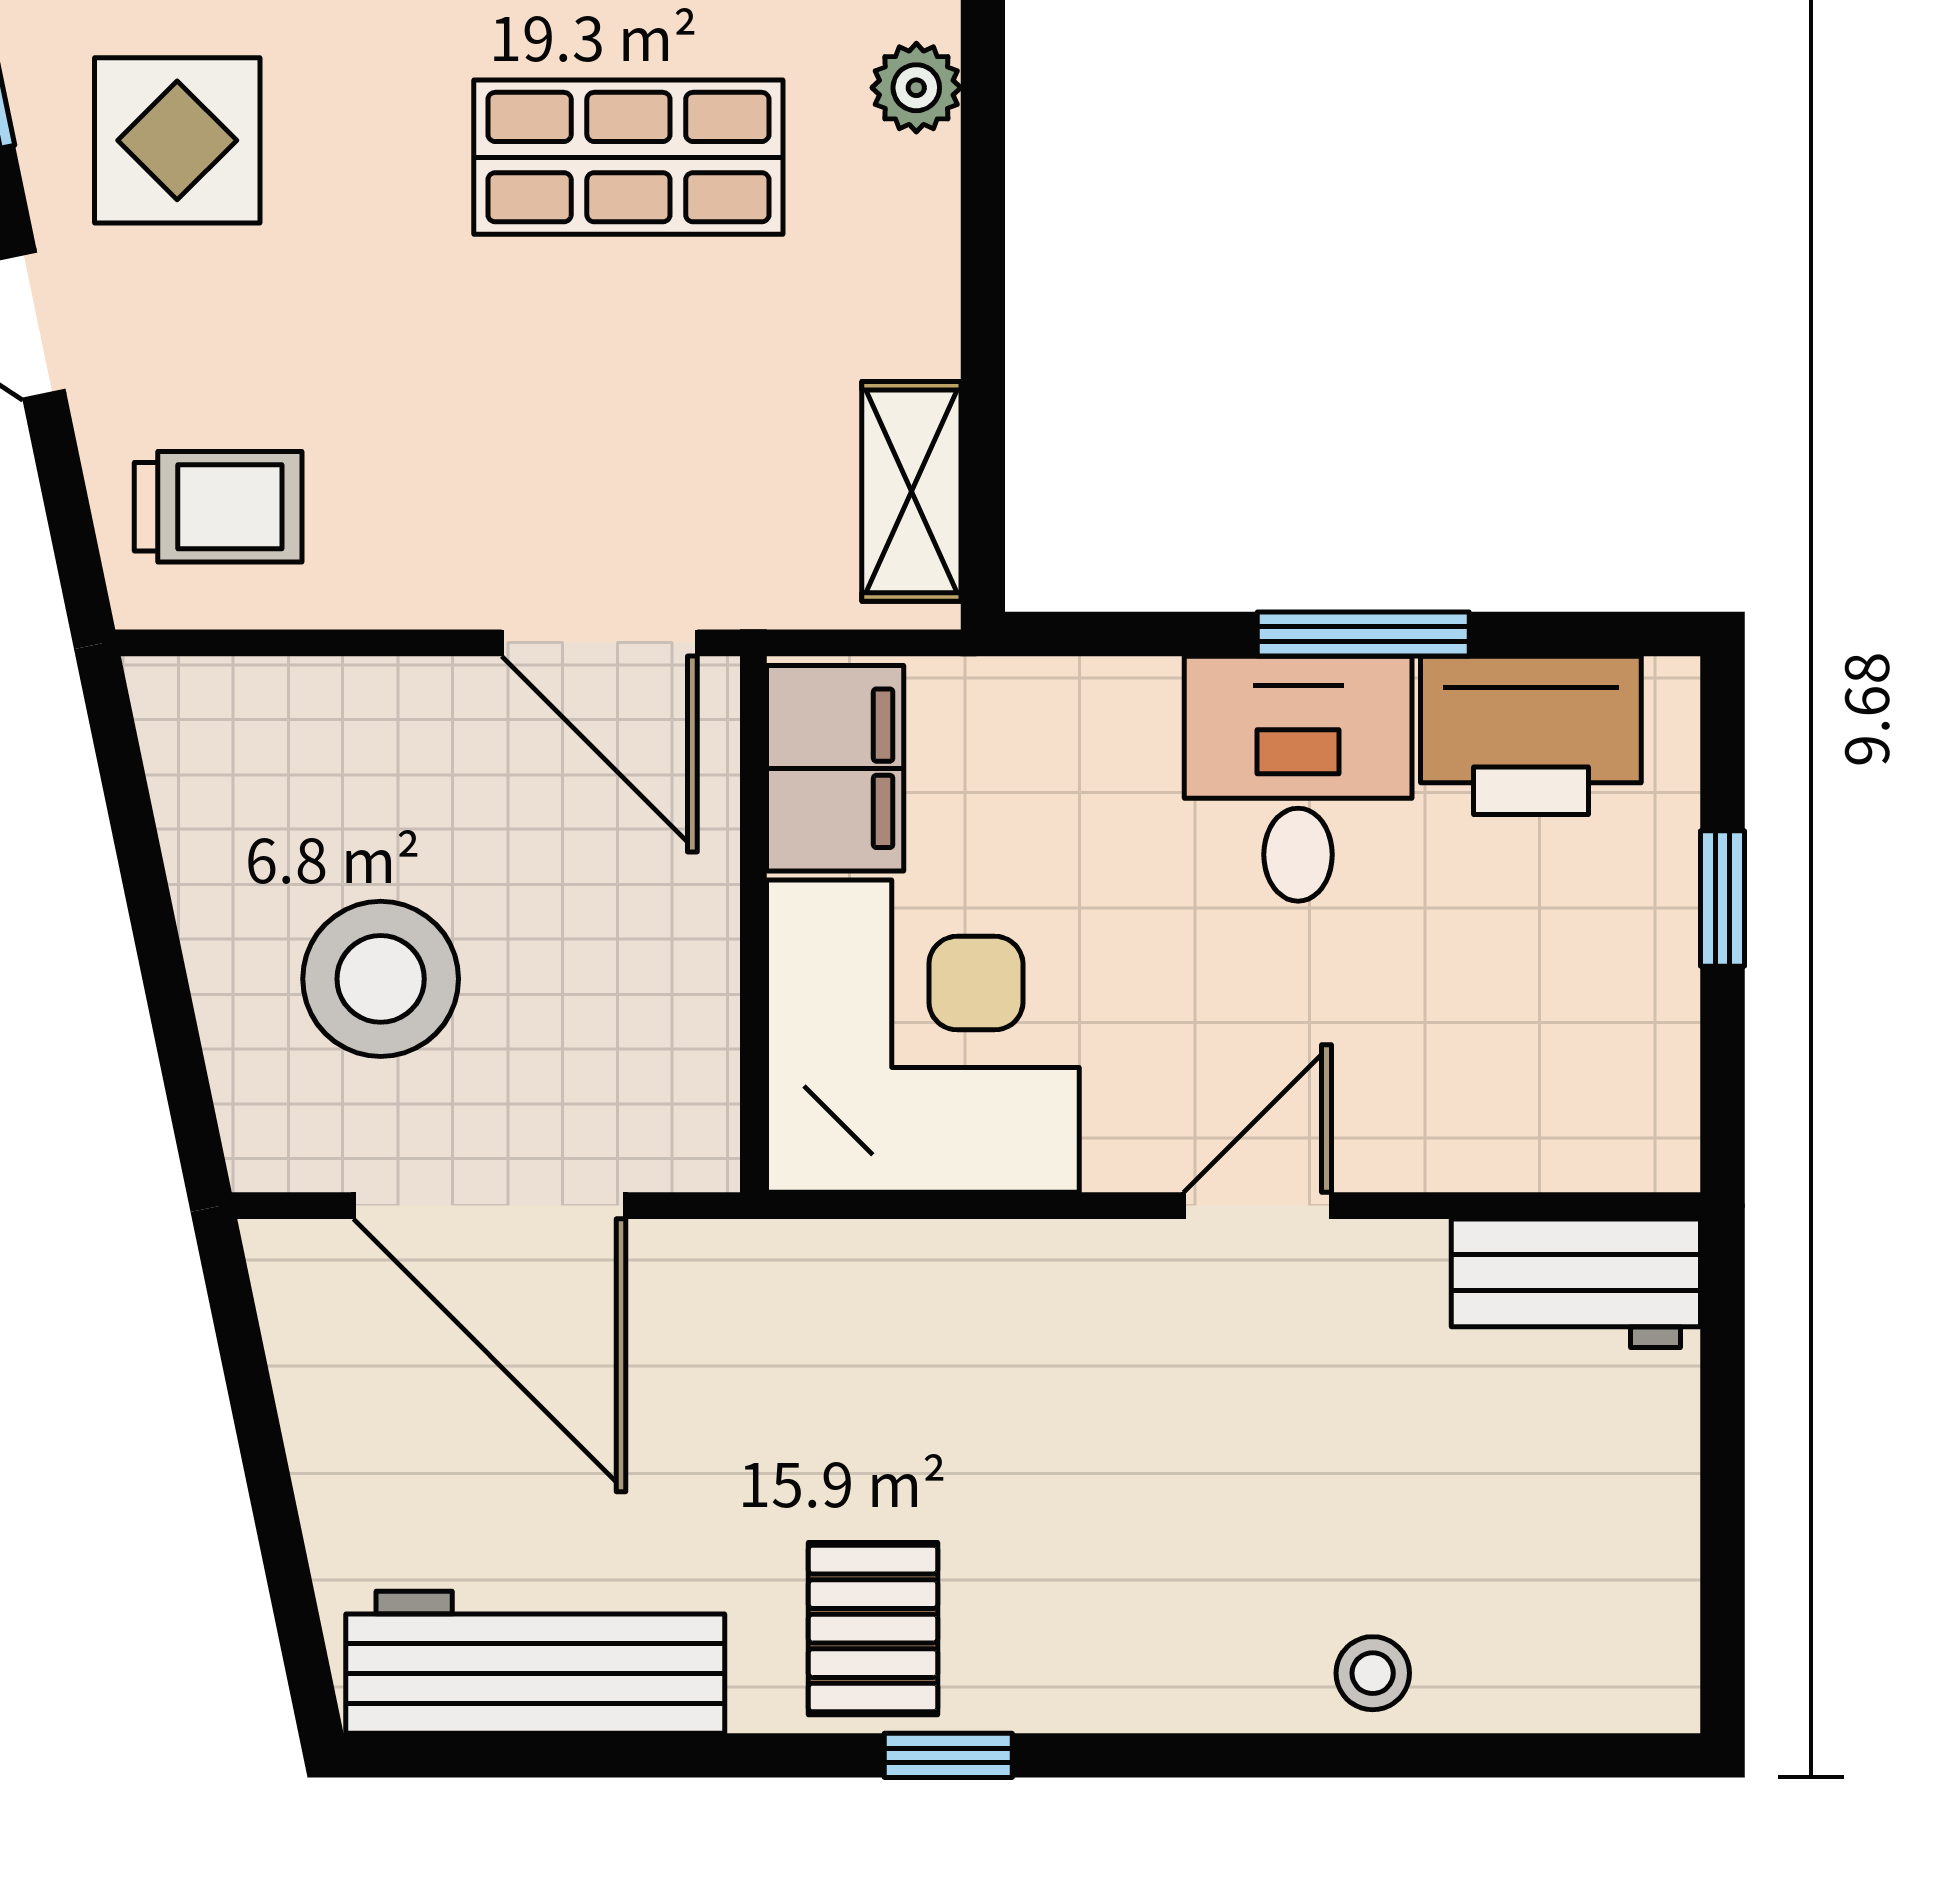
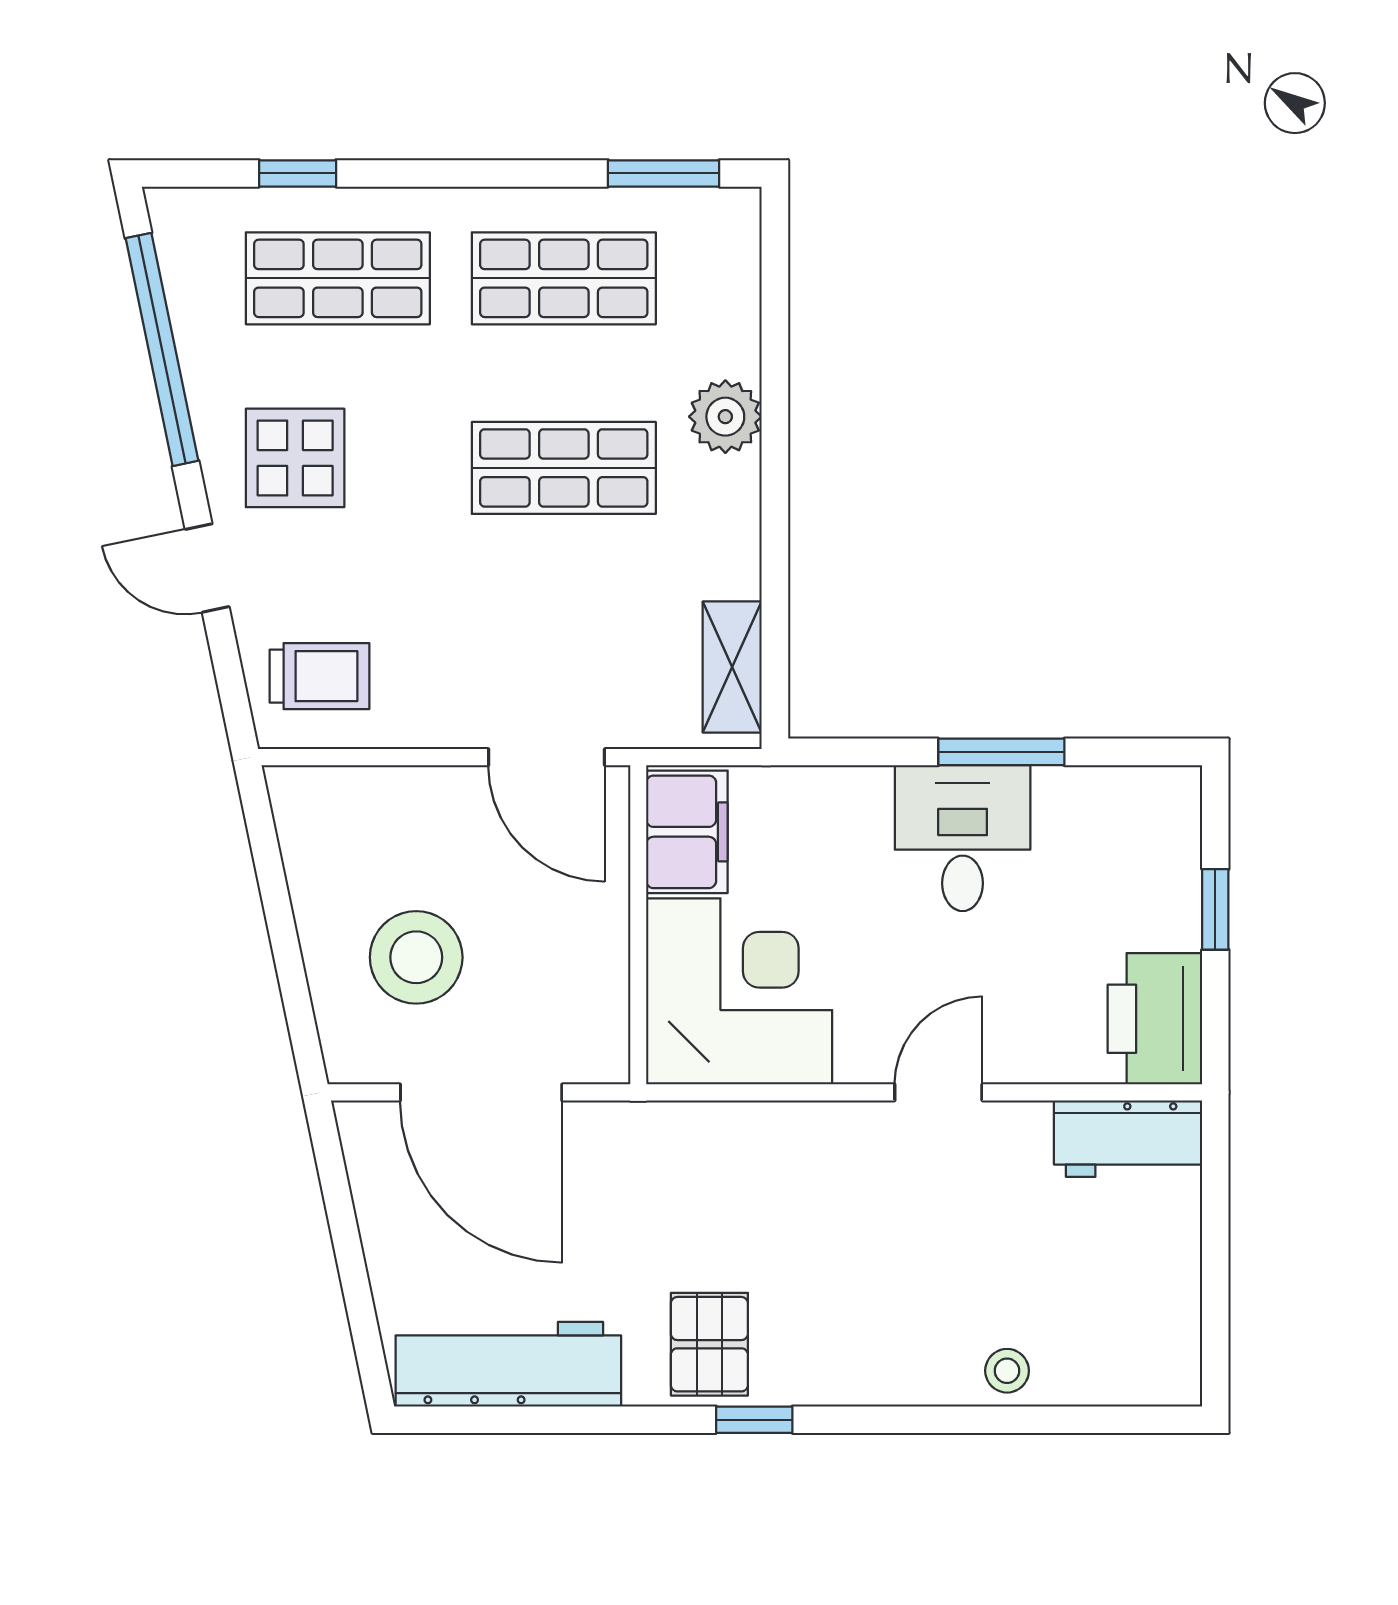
plant: (916, 88) -> (725, 417), width x1.38, depth x1.38
printer: (1531, 735) -> (1155, 1019), moved, turned 90

